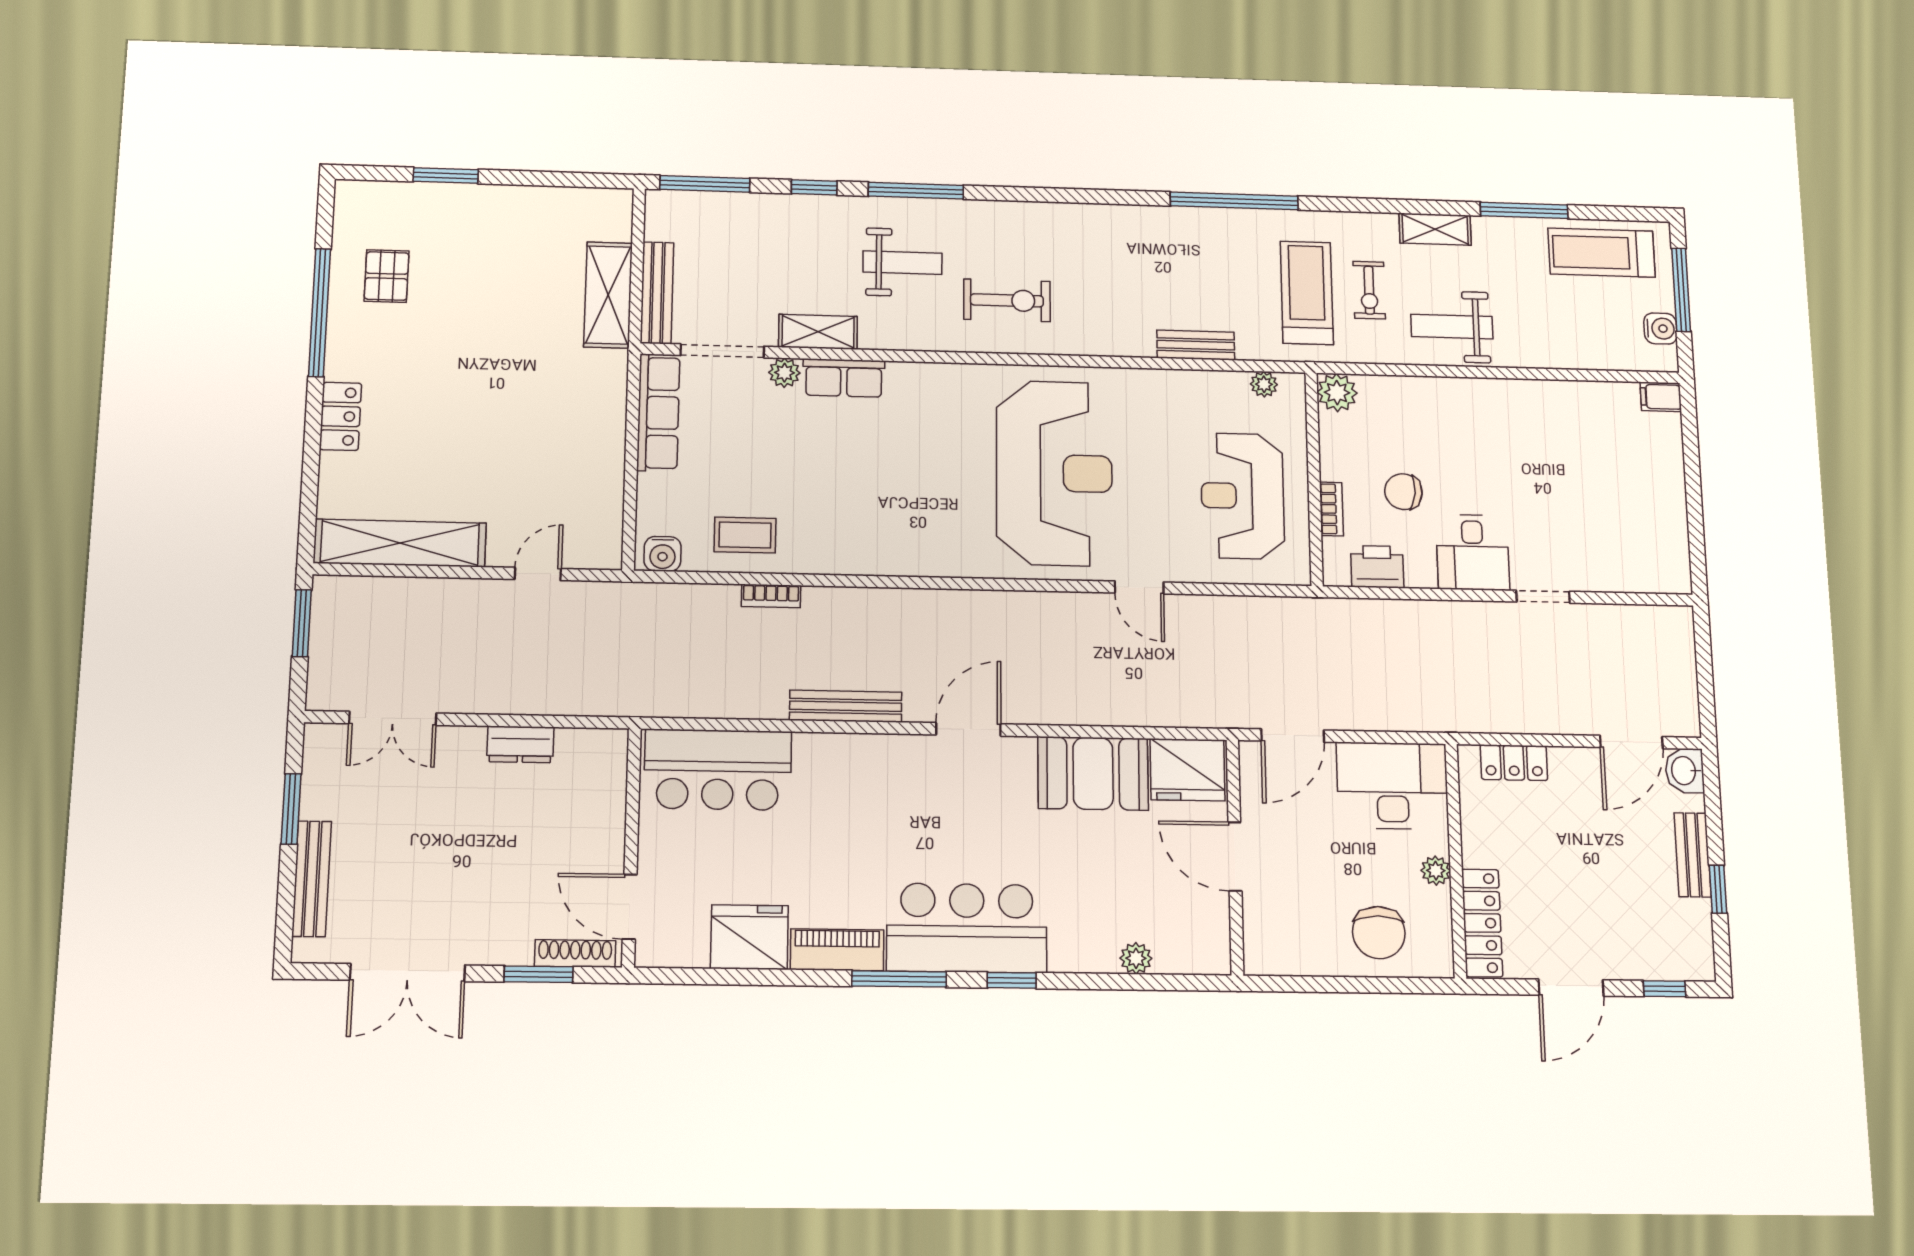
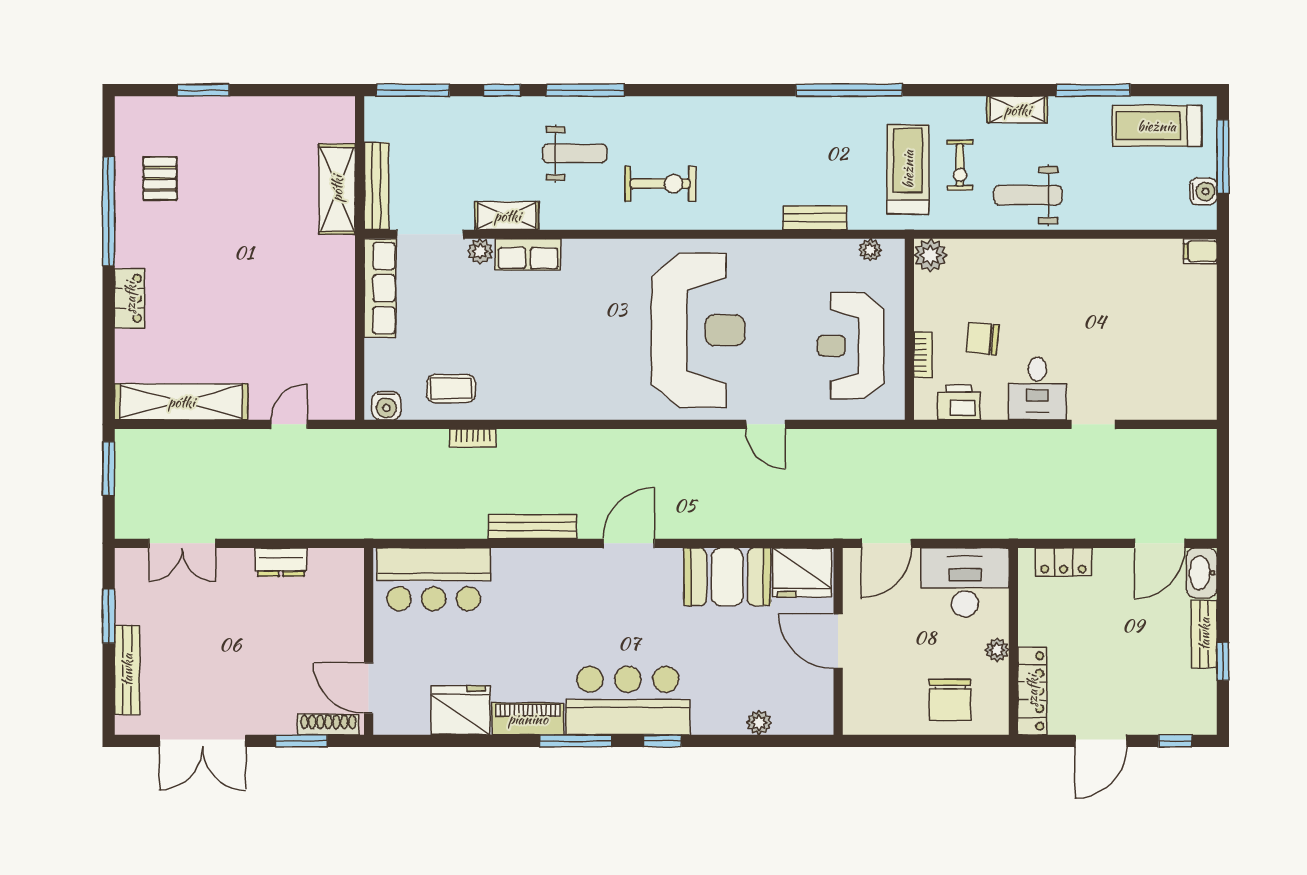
washbasin: (1685, 771) -> (1202, 573), width x1.38

